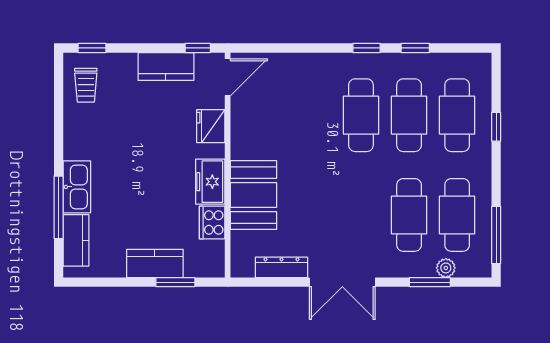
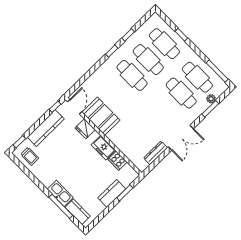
kitchen counter: (166, 66) -> (46, 128), width x1.50
booth: (253, 195) -> (101, 116), moved

